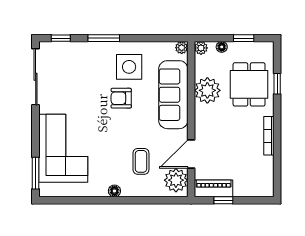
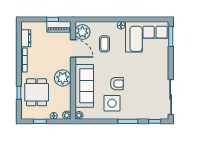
plant: (207, 90) -> (63, 78), moved
corner sofa: (63, 148) -> (147, 37), moved, turned -90
door: (191, 154) -> (73, 49), hinge flipped
dresser: (266, 170) -> (26, 38), added

